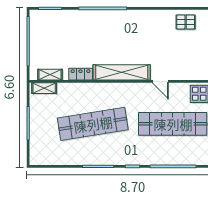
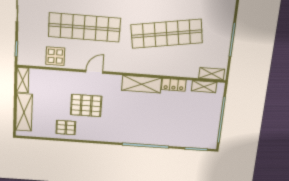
pallet: (166, 46) -> (86, 105), added
shelving: (122, 72) -> (142, 84), width x0.68
door: (160, 81) -> (94, 72), hinge flipped

